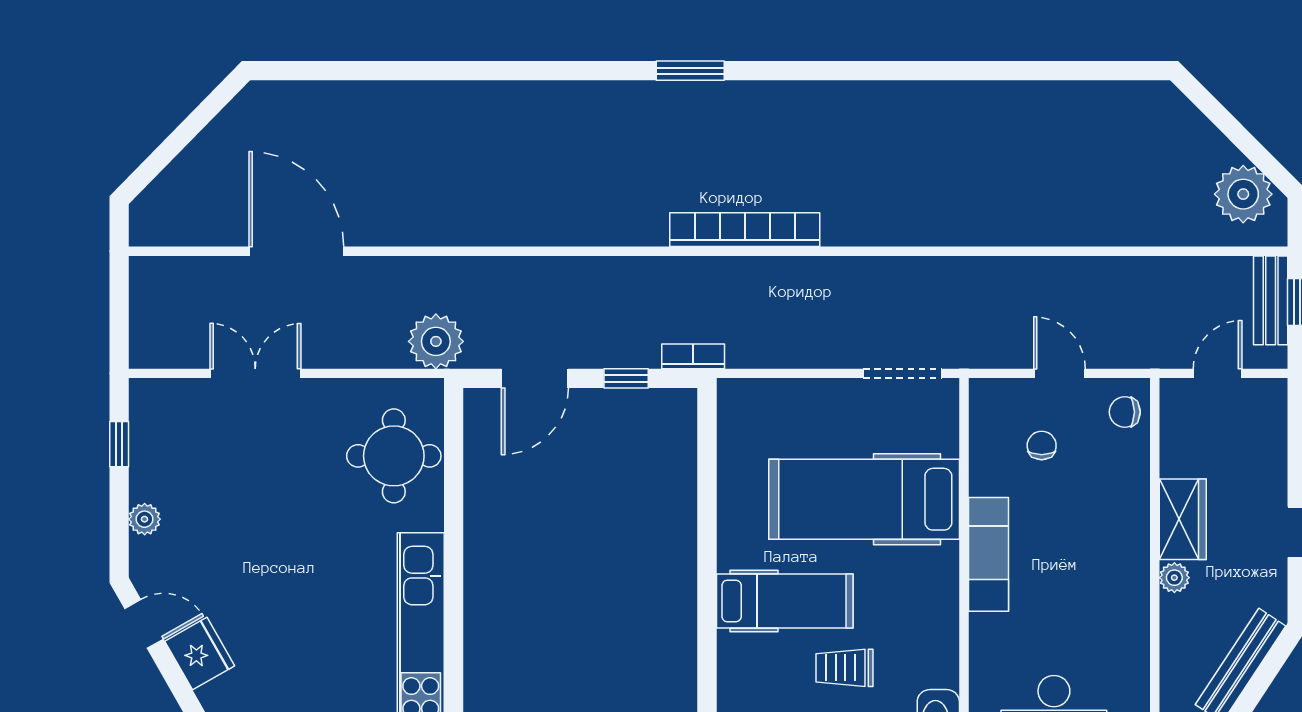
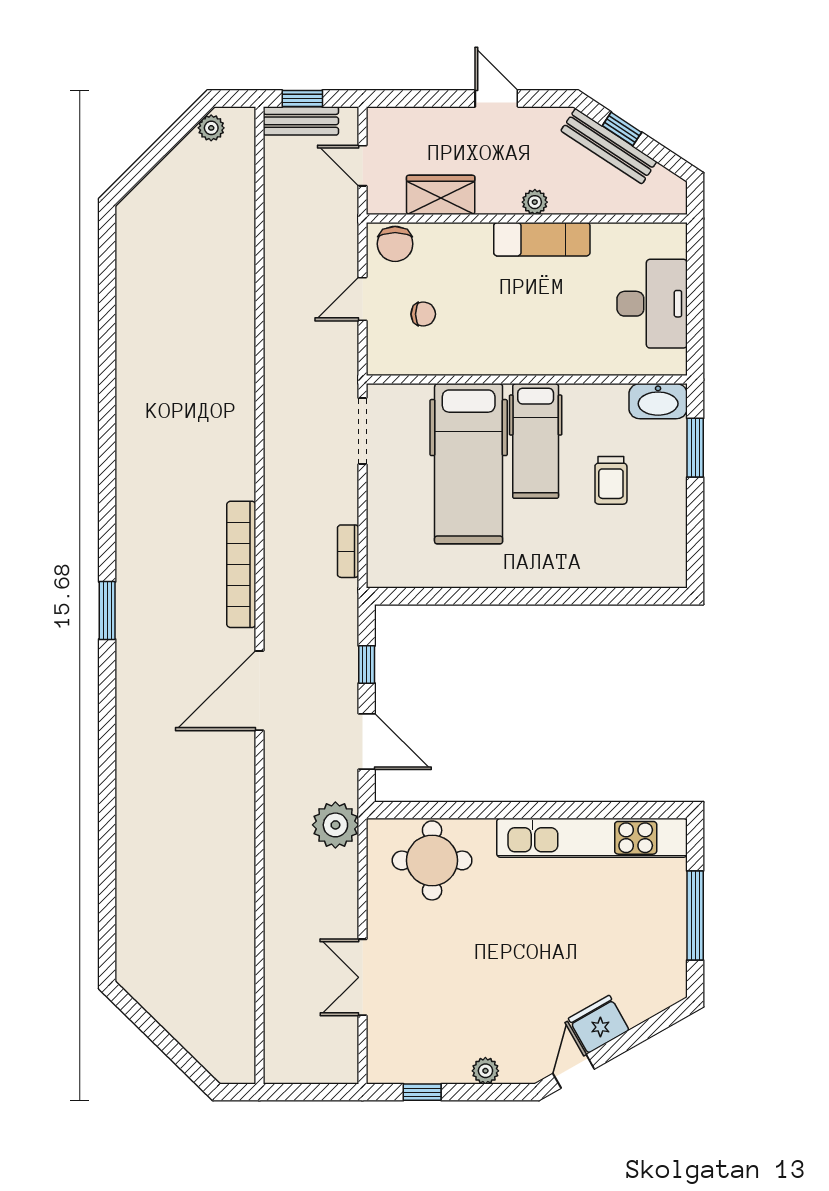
plant: (1243, 194) -> (211, 128), width x0.53, depth x0.53
door: (296, 251) -> (259, 691), moved
bookcase: (693, 356) -> (348, 551), moved
chair: (1125, 412) -> (395, 244), width x1.37, depth x1.37
chair: (1042, 445) -> (423, 314), turned 180
wardrobe: (1183, 519) -> (441, 195), moved
exam couch: (988, 554) -> (542, 239), moved, turned 180
hospital bed: (785, 601) -> (536, 441), moved, turned 180
window: (1261, 681) -> (622, 129), added

